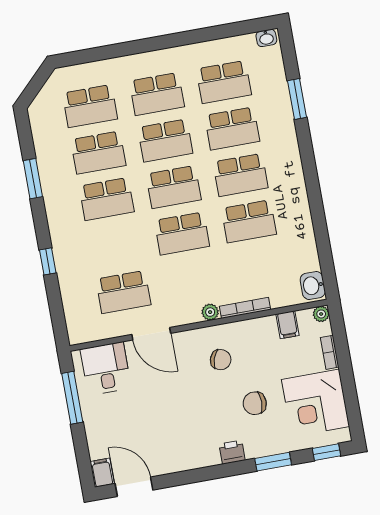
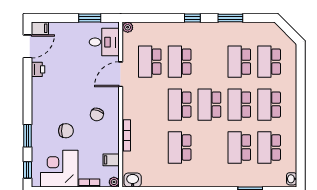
school desk: (241, 175) -> (209, 147), removed
school desk: (107, 199) -> (180, 62), moved
window: (48, 261) -> (192, 18), moved
plant: (210, 312) -> (128, 27), moved
window: (72, 398) -> (90, 18), width x0.69
chair: (255, 403) -> (66, 131), turned 90
printer: (232, 452) -> (38, 69), moved

